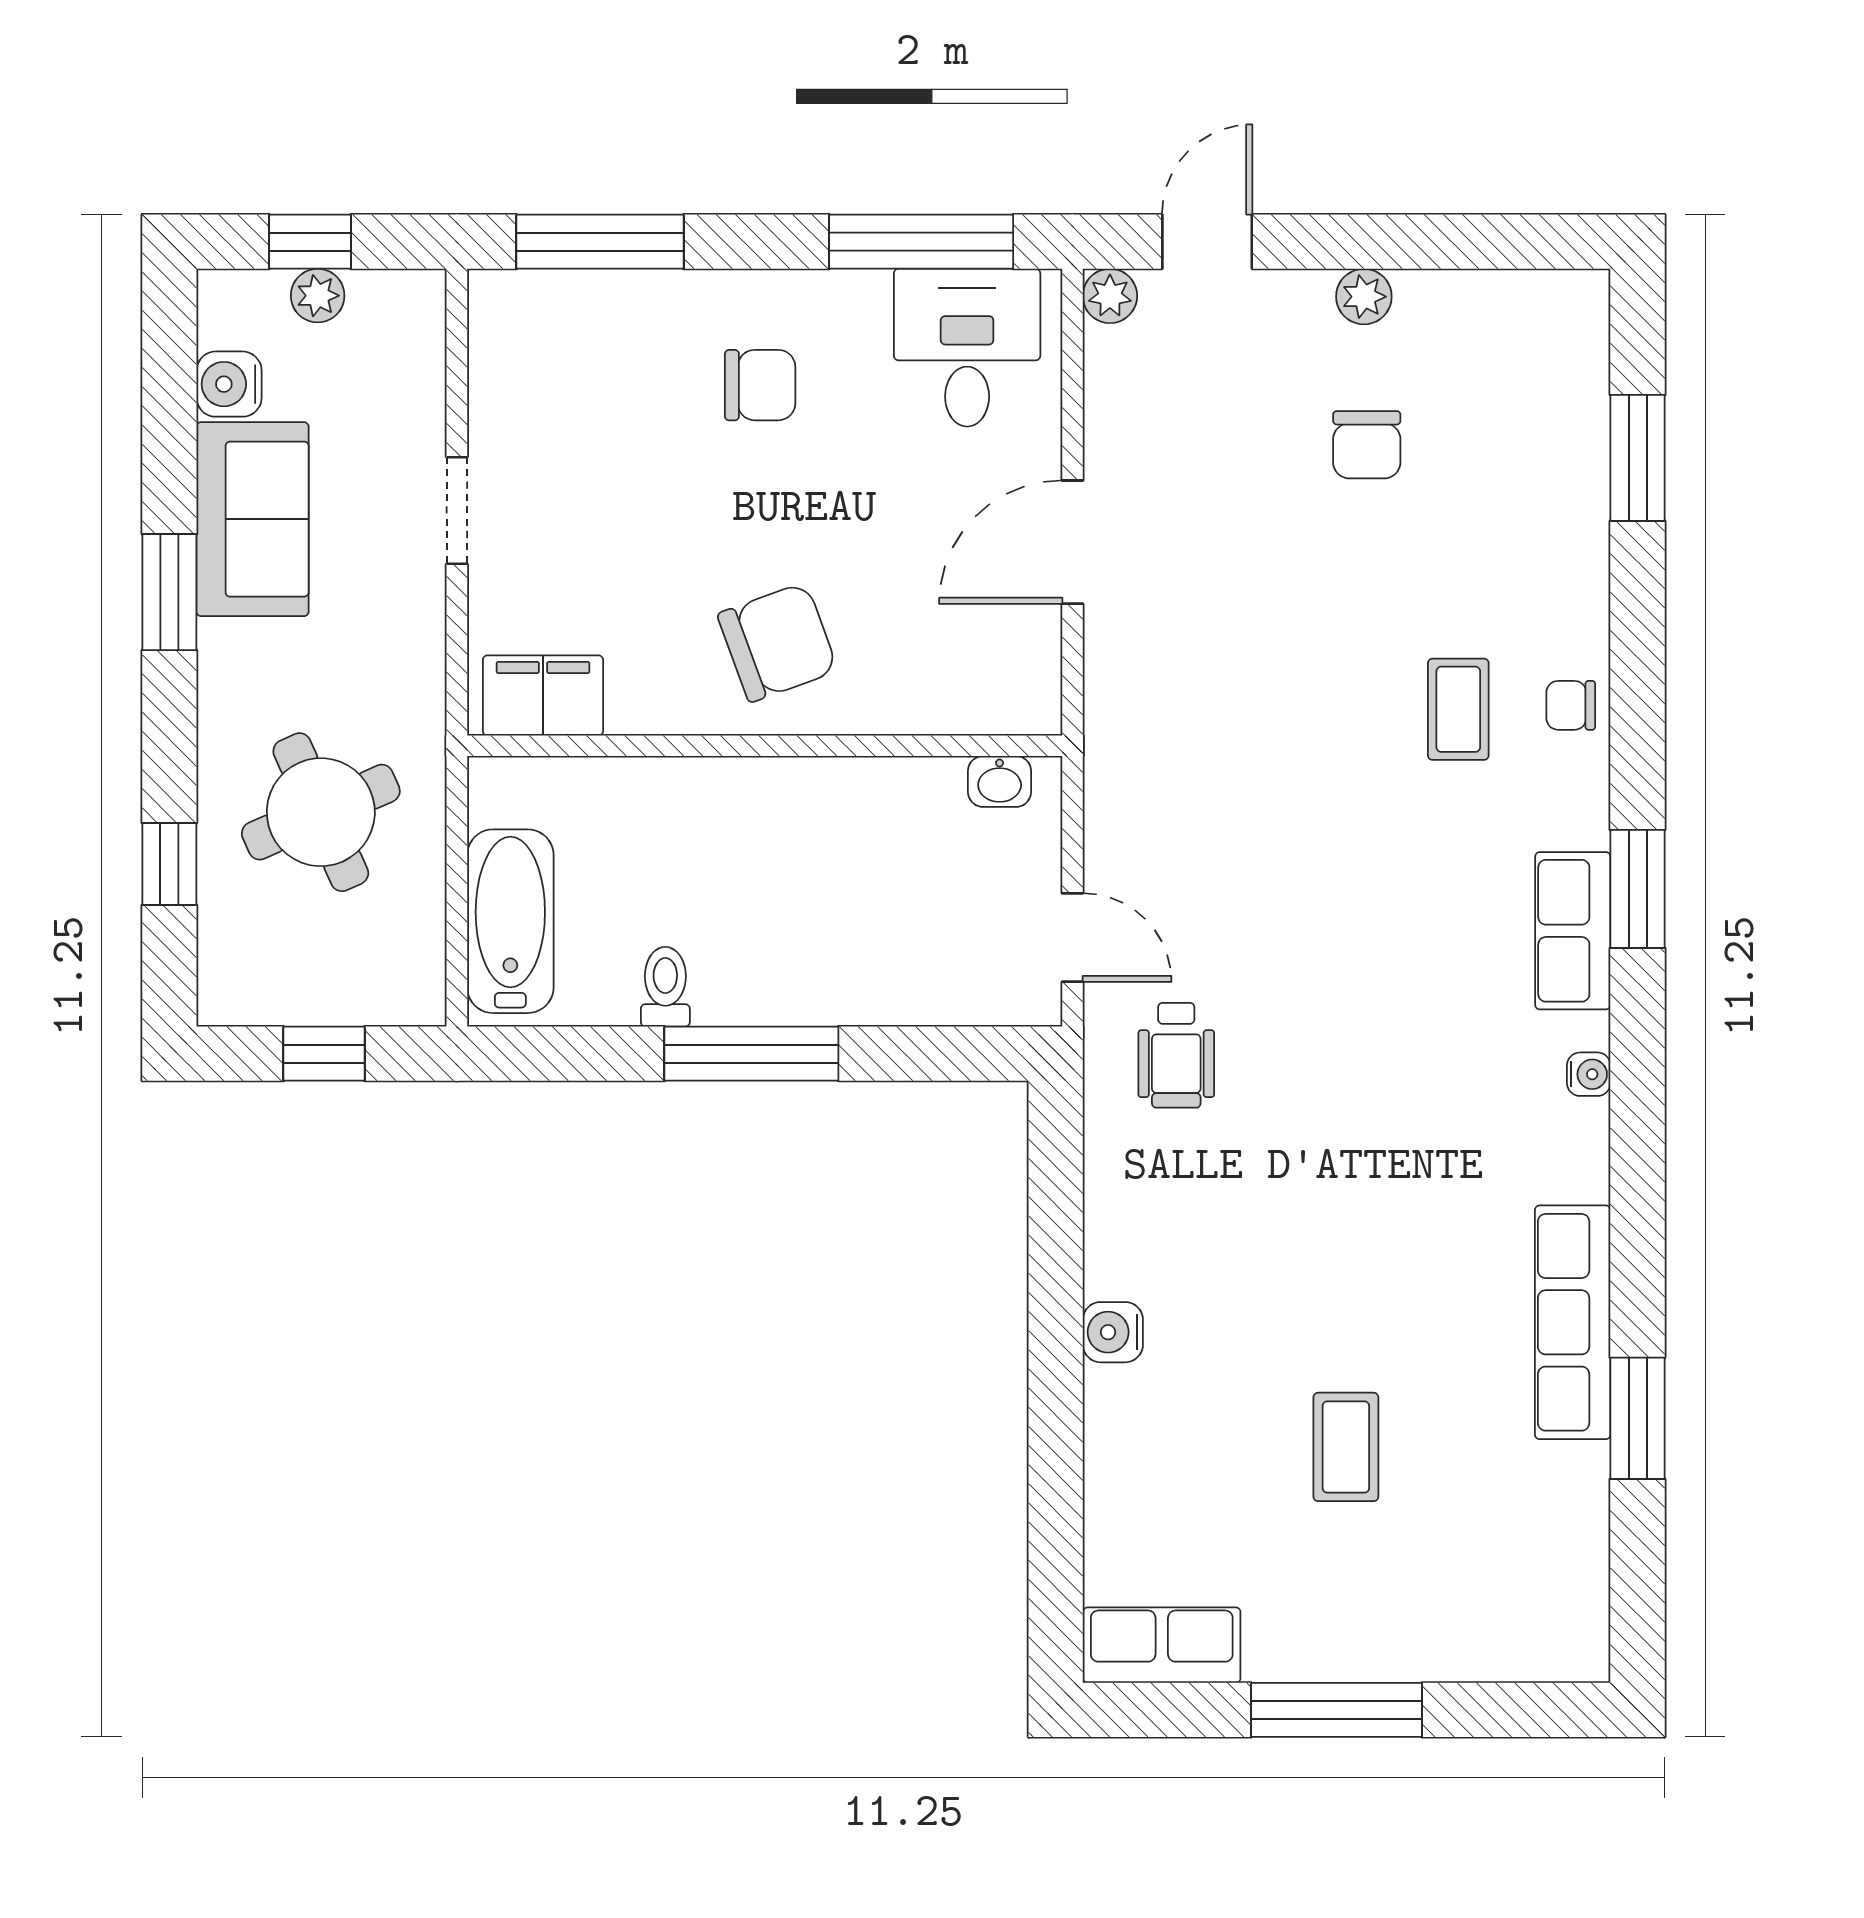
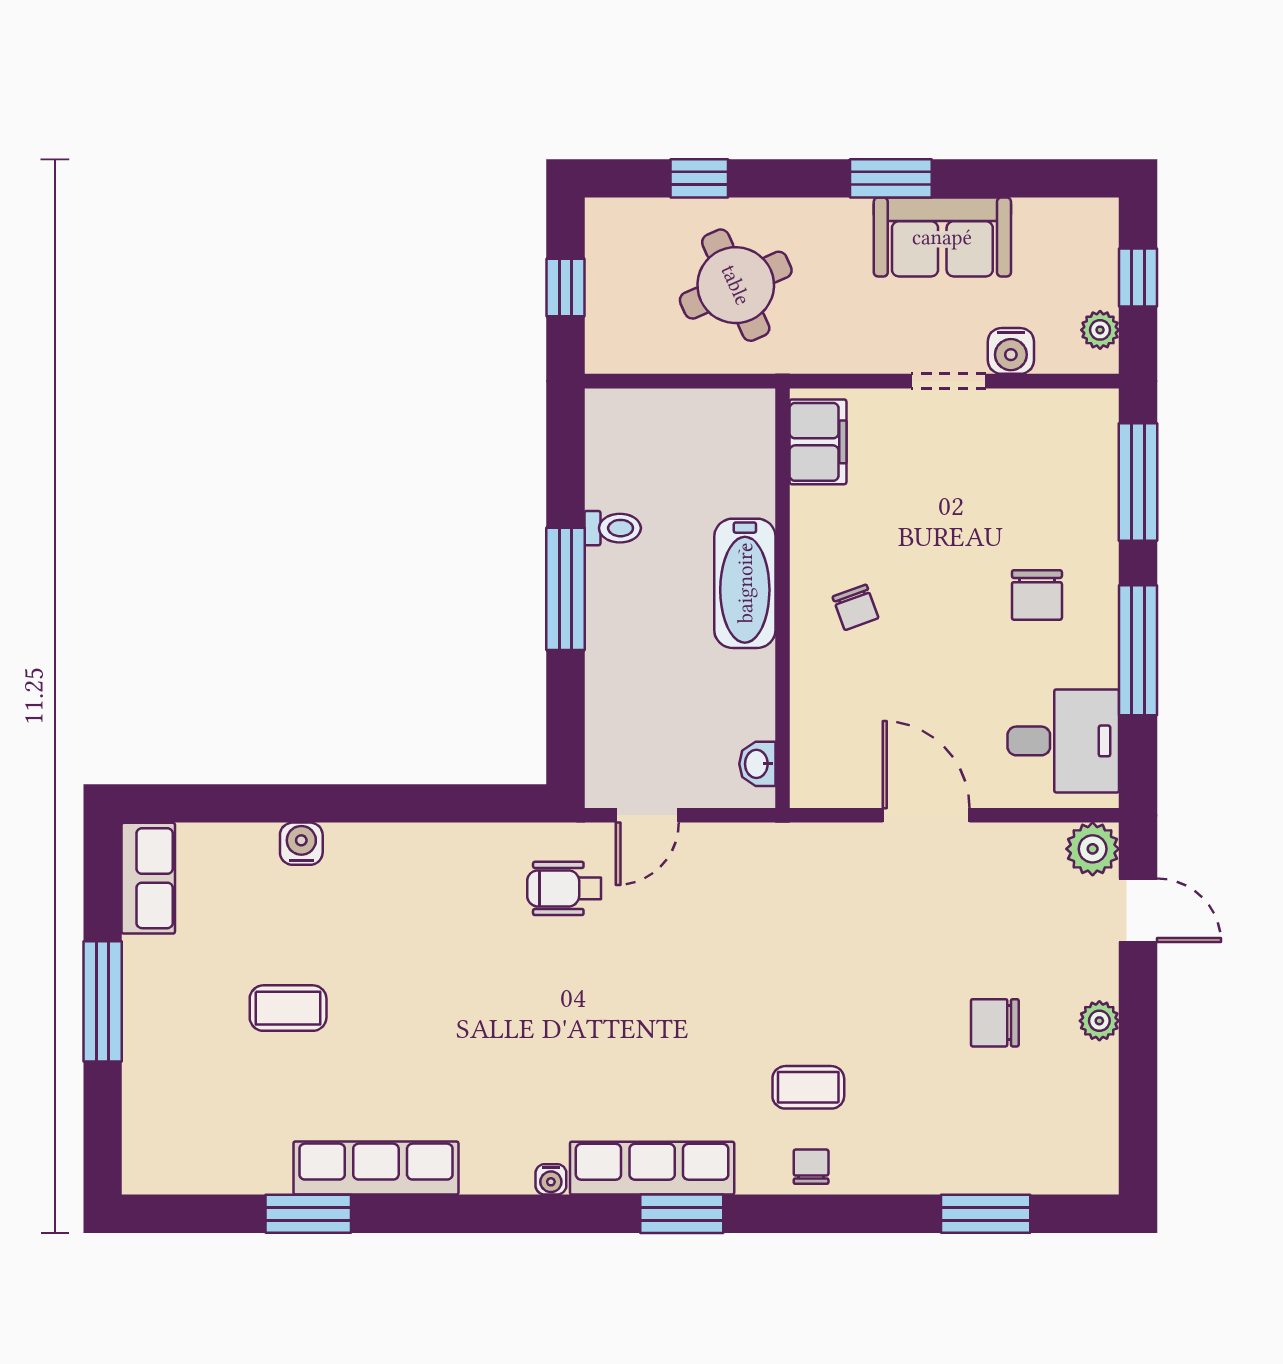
window: (921, 242) -> (1138, 650), moved
plant: (318, 296) -> (1100, 330), moved
plant: (1110, 296) -> (1093, 849), width x1.38, depth x1.38
water cooler: (229, 384) -> (1011, 351), moved, turned 180
chair: (778, 642) -> (856, 607), width x0.54, depth x0.54
bathtub: (510, 921) -> (745, 583), moved, turned 90
row of seats: (1573, 931) -> (652, 1168), width x1.48
water cooler: (1113, 1332) -> (301, 844), moved

